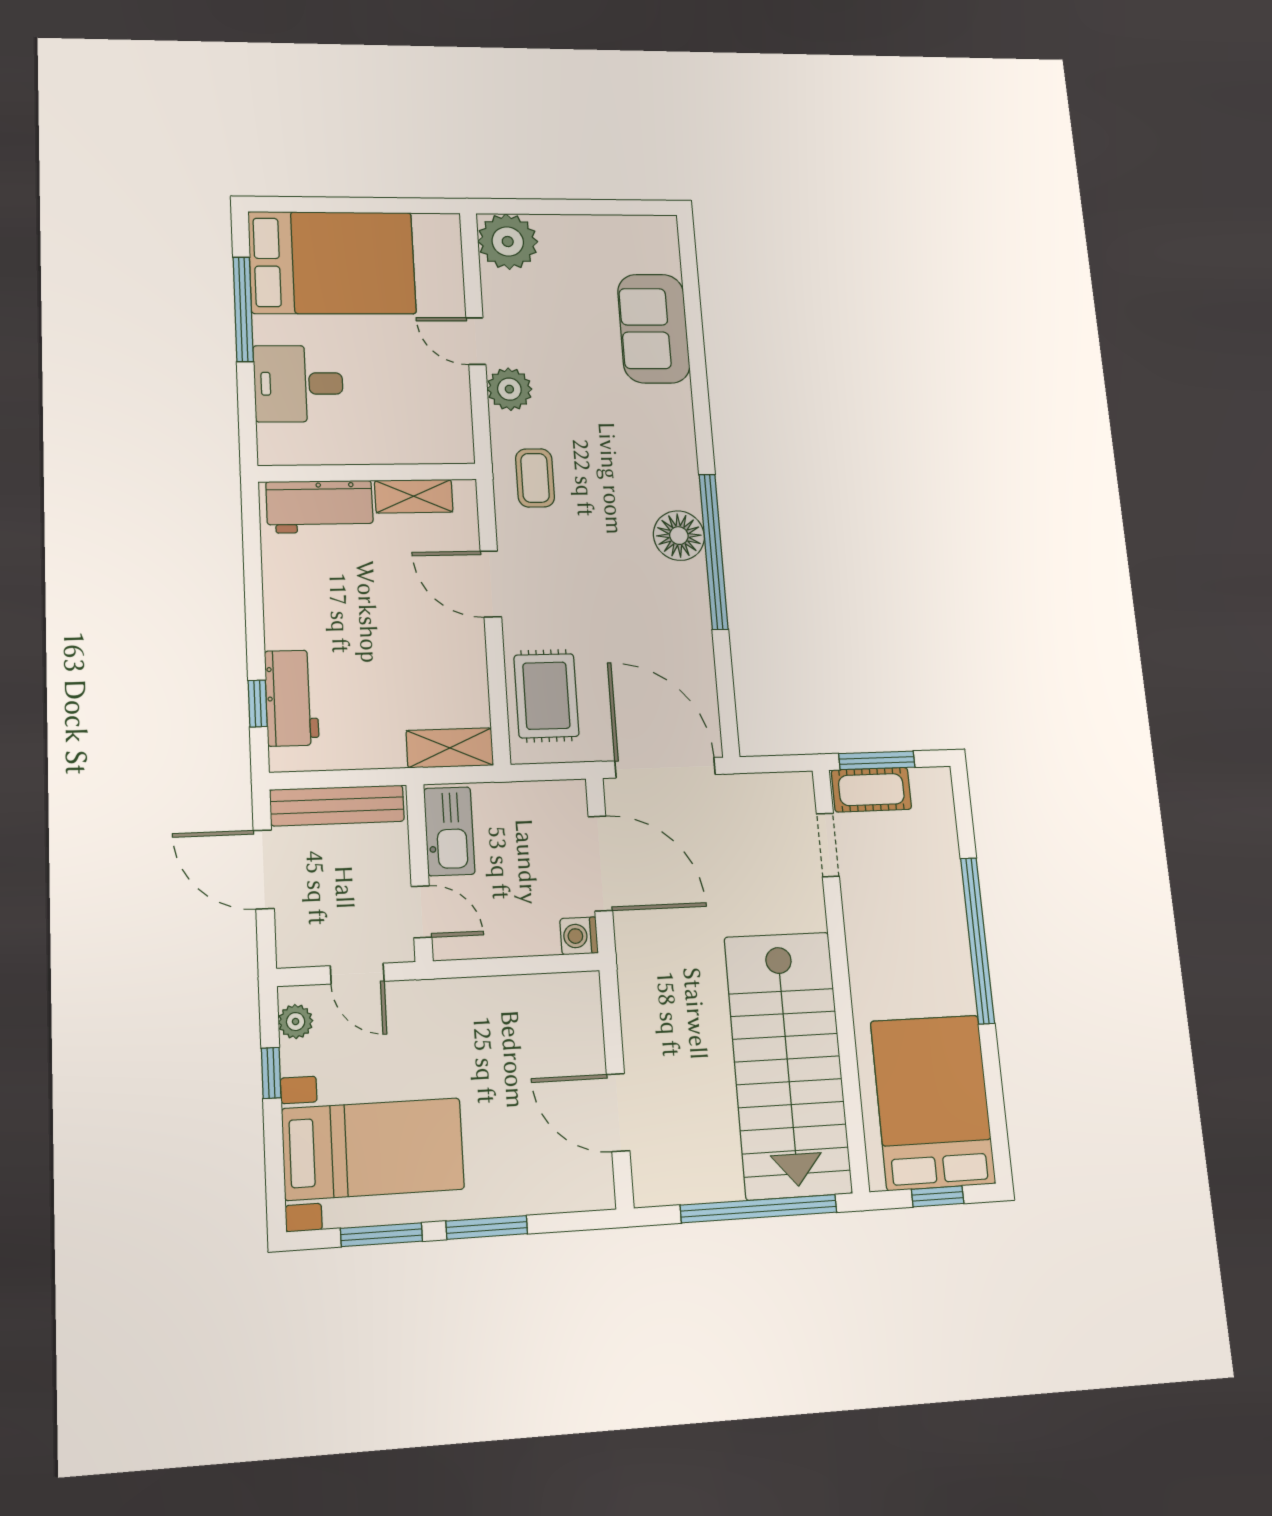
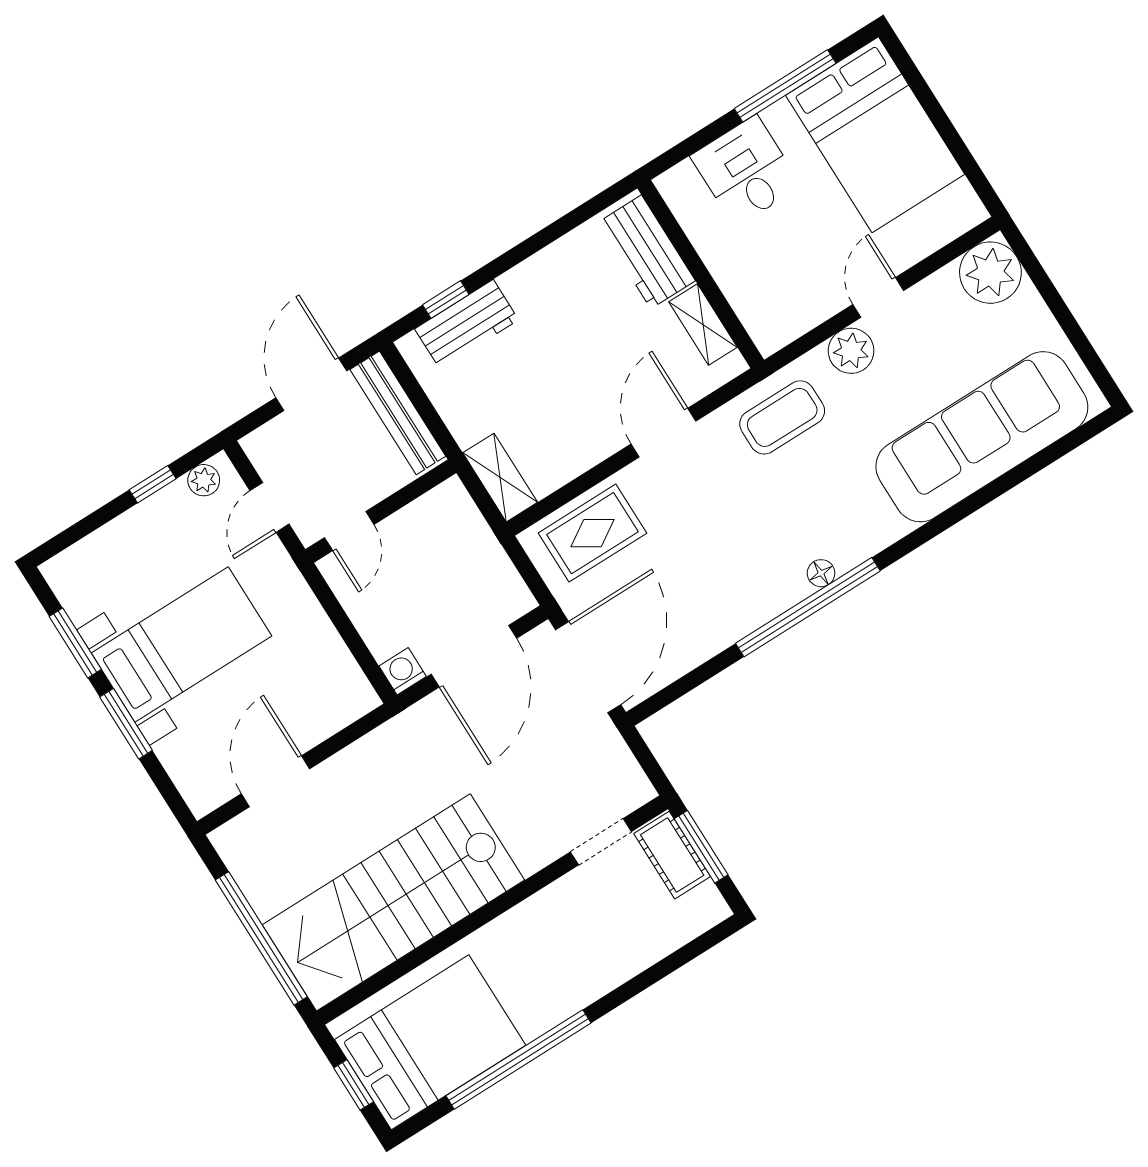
sofa: (654, 329) -> (982, 437), width x1.85, depth x1.27
coffee table: (535, 478) -> (782, 417), width x1.36, depth x1.30
floor lamp: (679, 536) -> (821, 573), width x0.53, depth x0.53
kitchen sink: (449, 831) -> (429, 516), removed
window: (977, 940) -> (518, 1059), moved
bed with nightstands: (373, 1149) -> (181, 645), moved, turned -90

